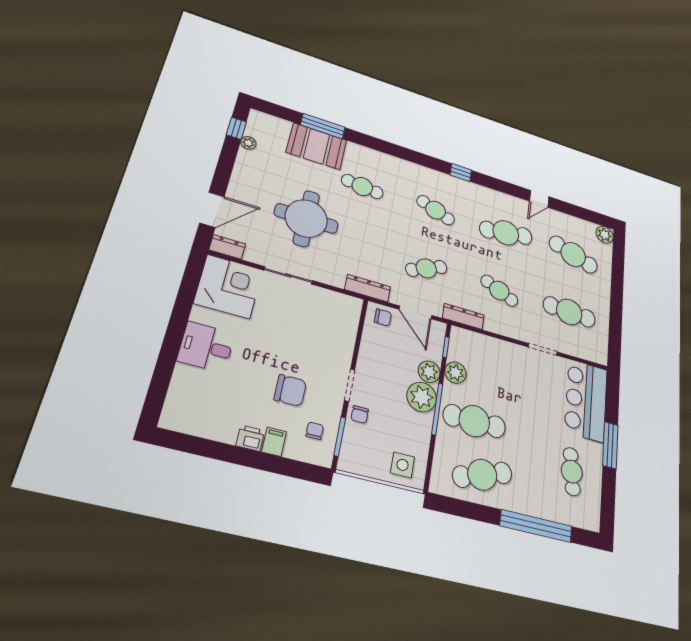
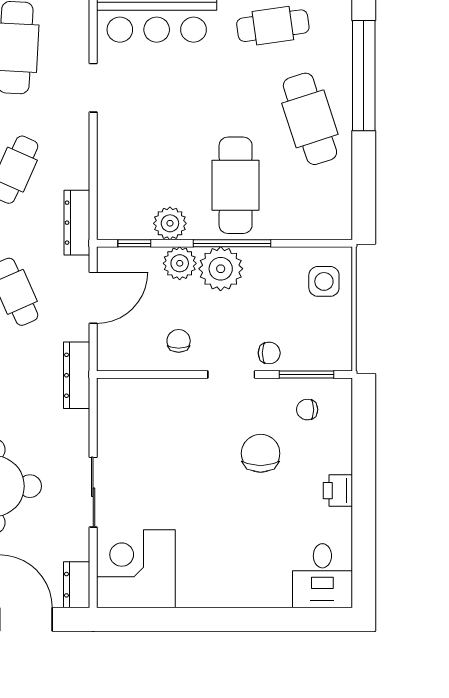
chair: (383, 317) -> (179, 341), moved
desk: (206, 347) -> (322, 576), moved
filing cabinet: (274, 442) -> (335, 459), removed
cafe table: (482, 475) -> (310, 119), moved

